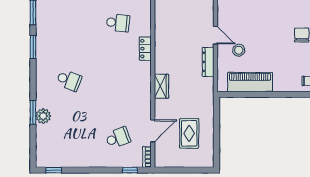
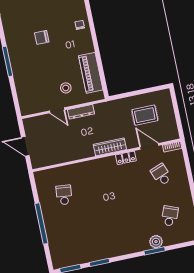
door: (215, 35) -> (57, 110), swing flipped
locker: (145, 49) -> (126, 158), moved
school desk: (69, 80) -> (170, 216), moved
wardrobe: (161, 86) -> (110, 147), width x1.50
window: (130, 170) -> (186, 159), removed

